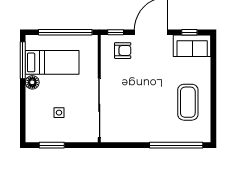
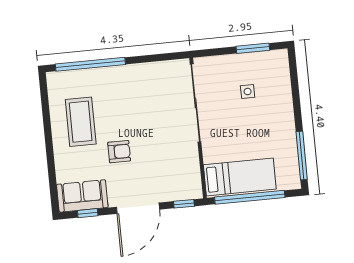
armchair: (123, 51) -> (119, 152), moved, turned 180
bed: (52, 62) -> (240, 177), moved, turned 180
floor lamp: (32, 82) -> (286, 128), removed

